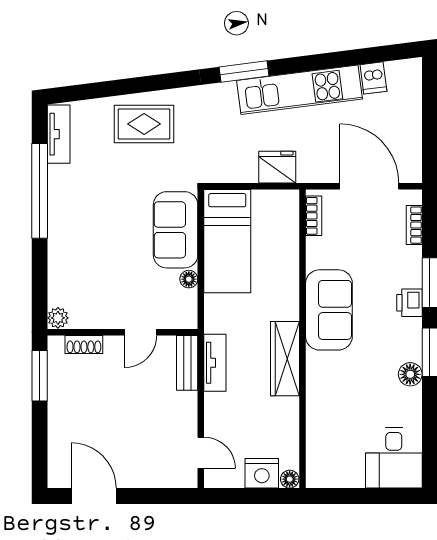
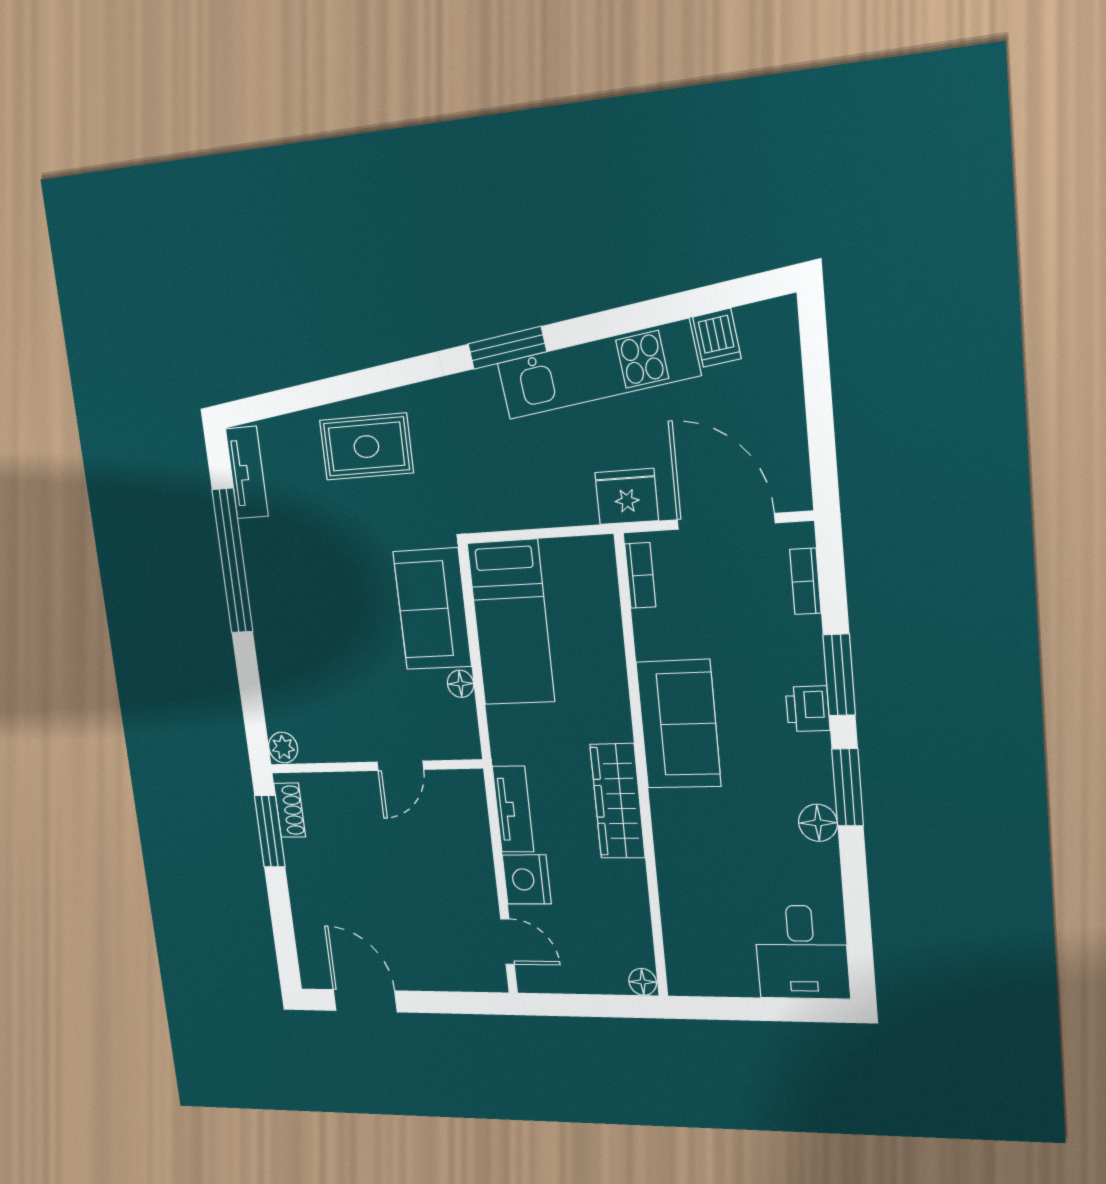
fridge: (277, 167) -> (627, 497), moved
shoe rack: (84, 345) -> (290, 810), moved, turned -90
bench: (187, 363) -> (473, 810), removed
nightstand: (262, 473) -> (527, 879), moved, turned 90

